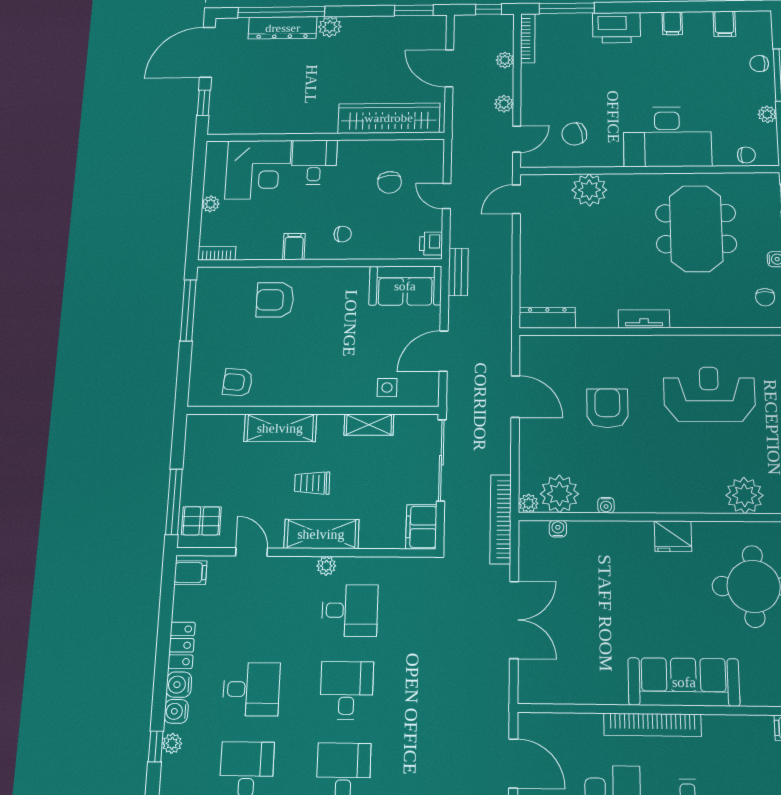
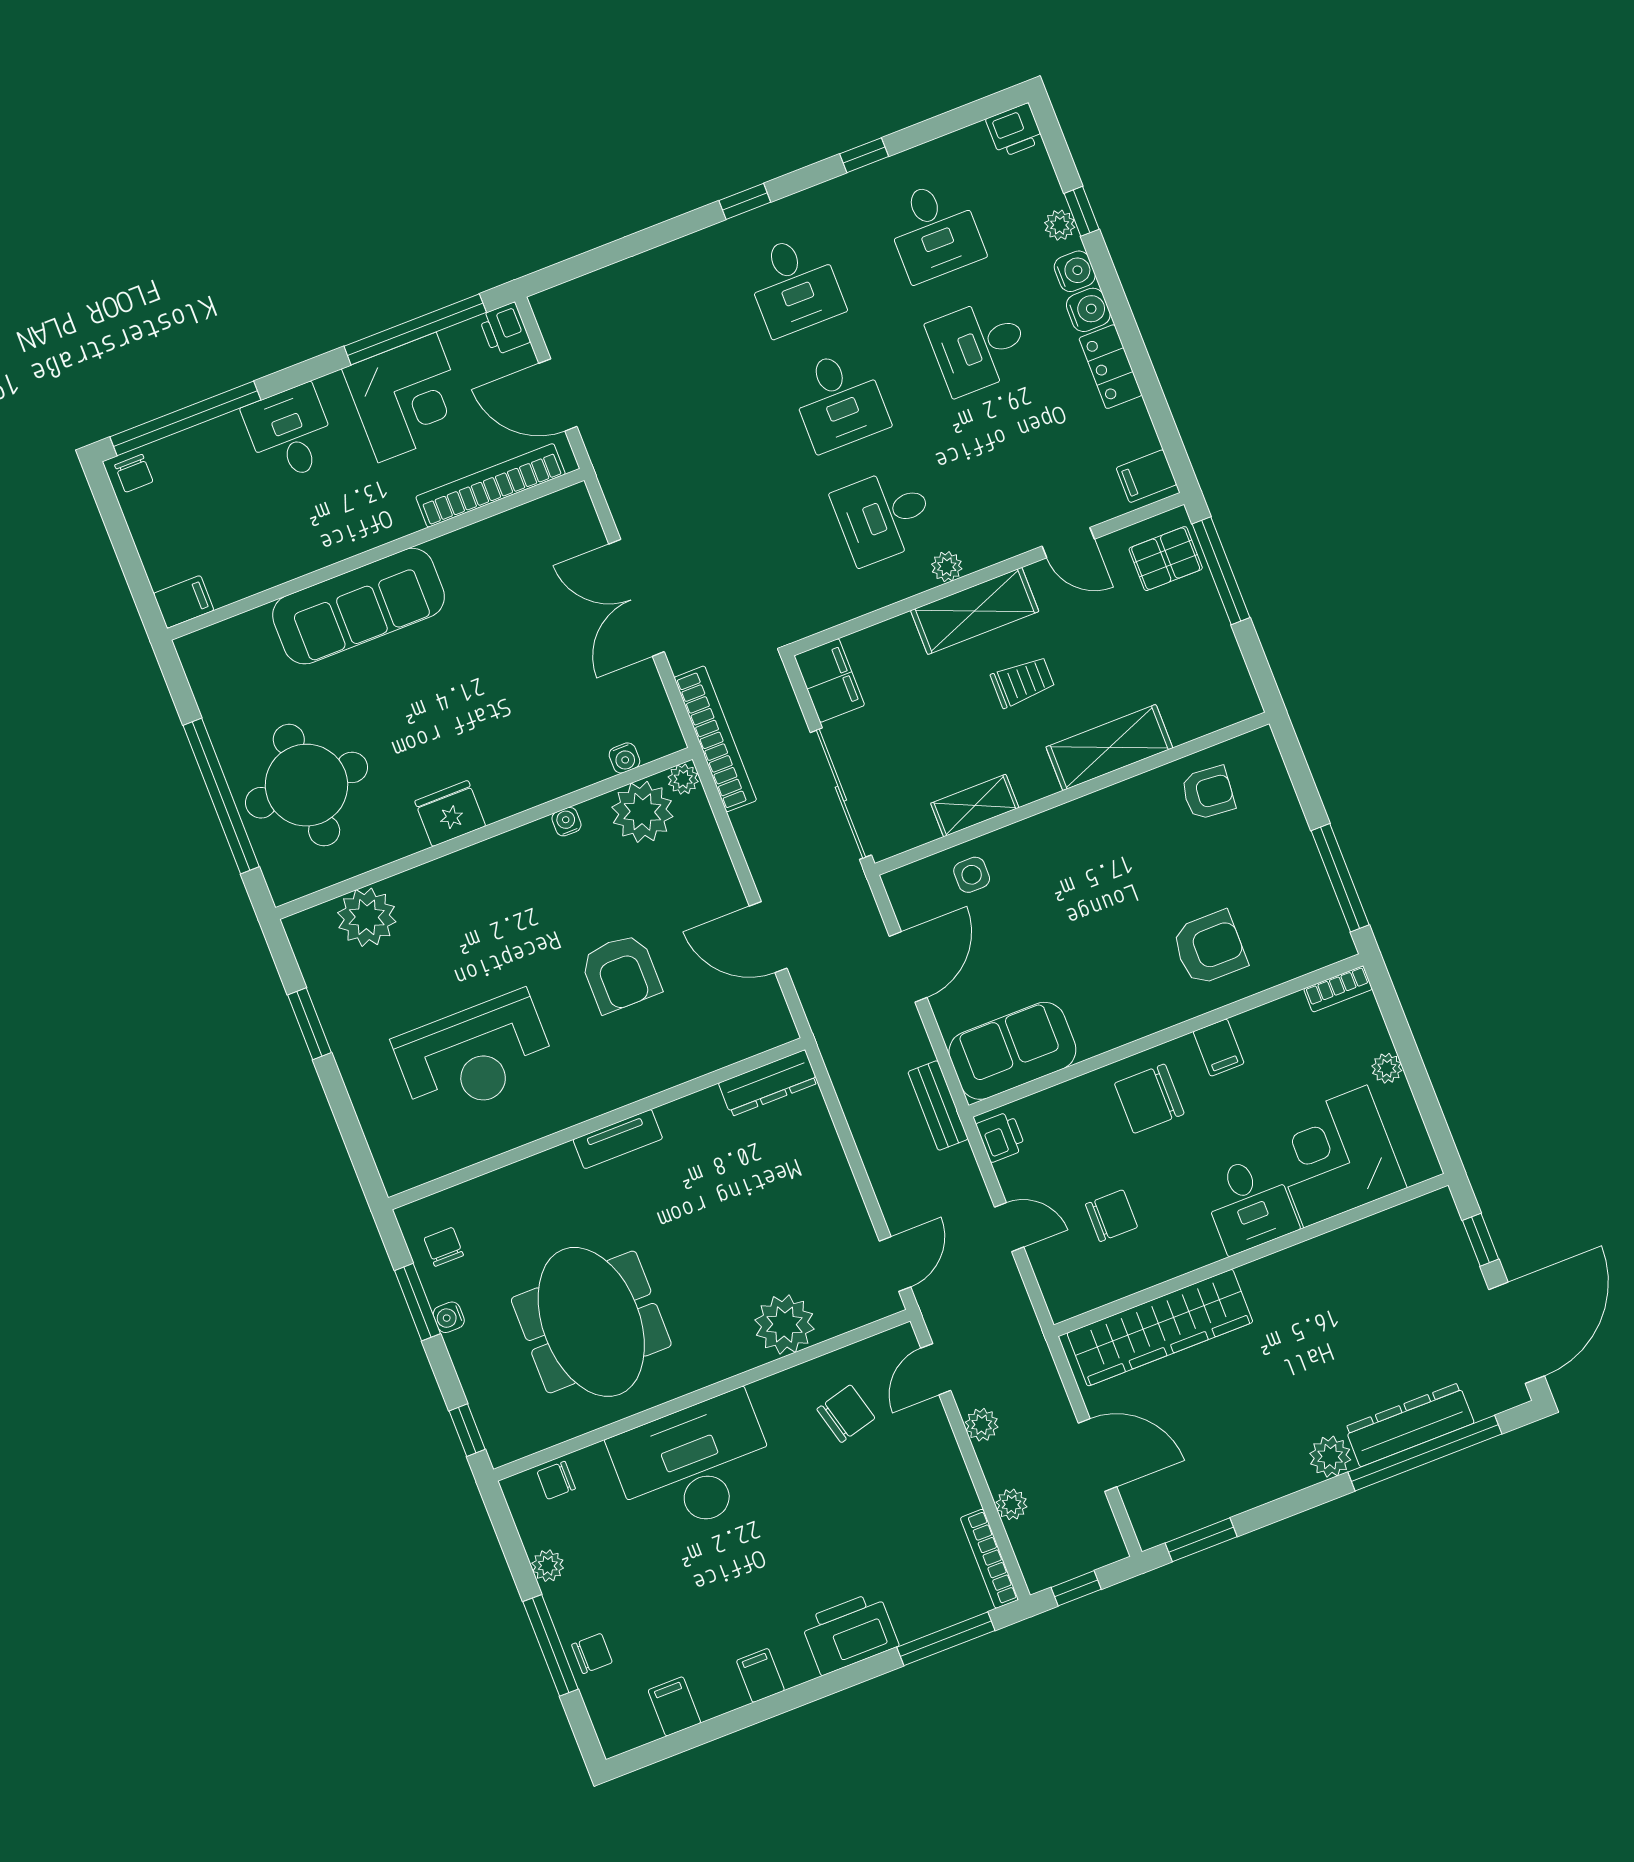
chair: (389, 182) -> (1111, 1216), turned 96
chair: (343, 234) -> (1149, 1099), width x1.87, depth x1.87
bookcase: (652, 725) -> (491, 485), moved

